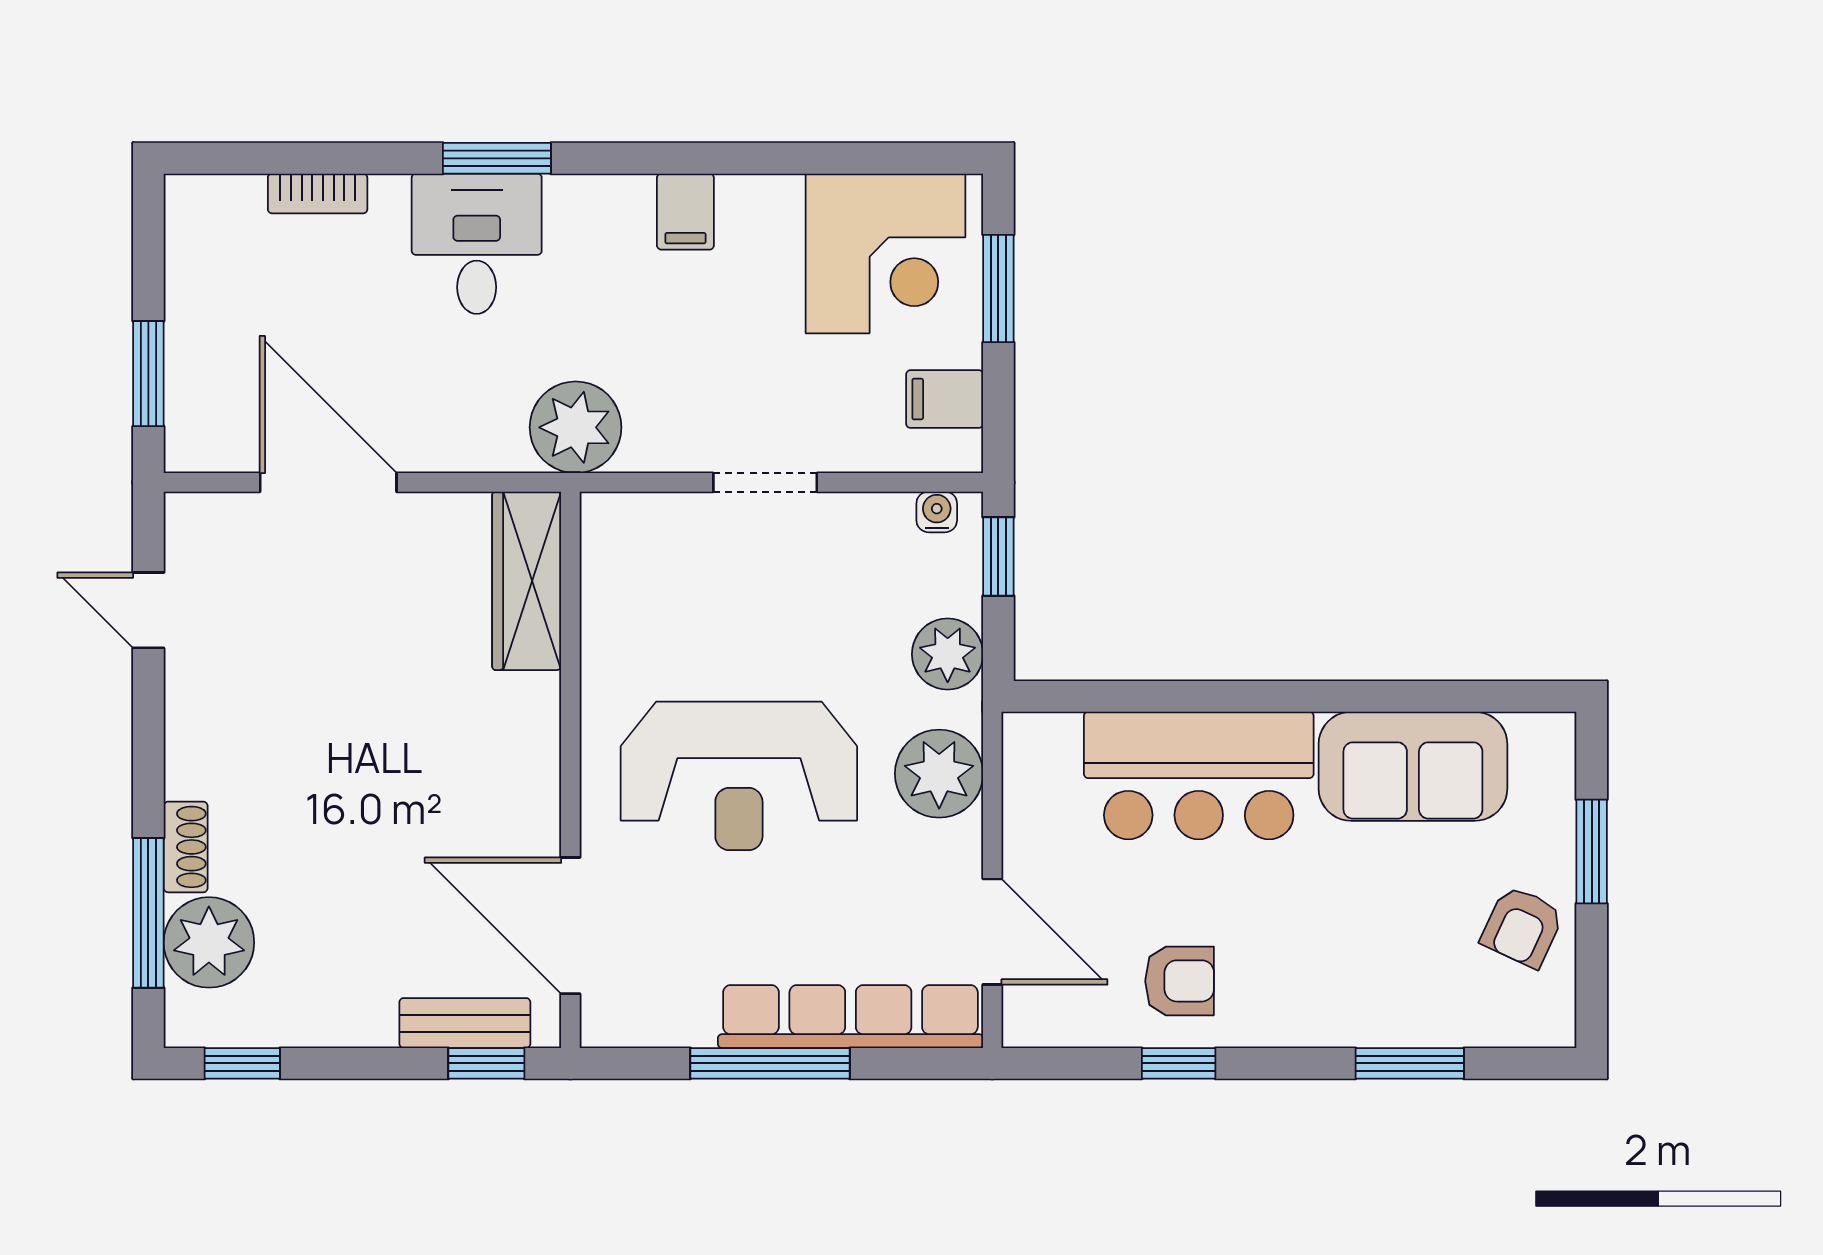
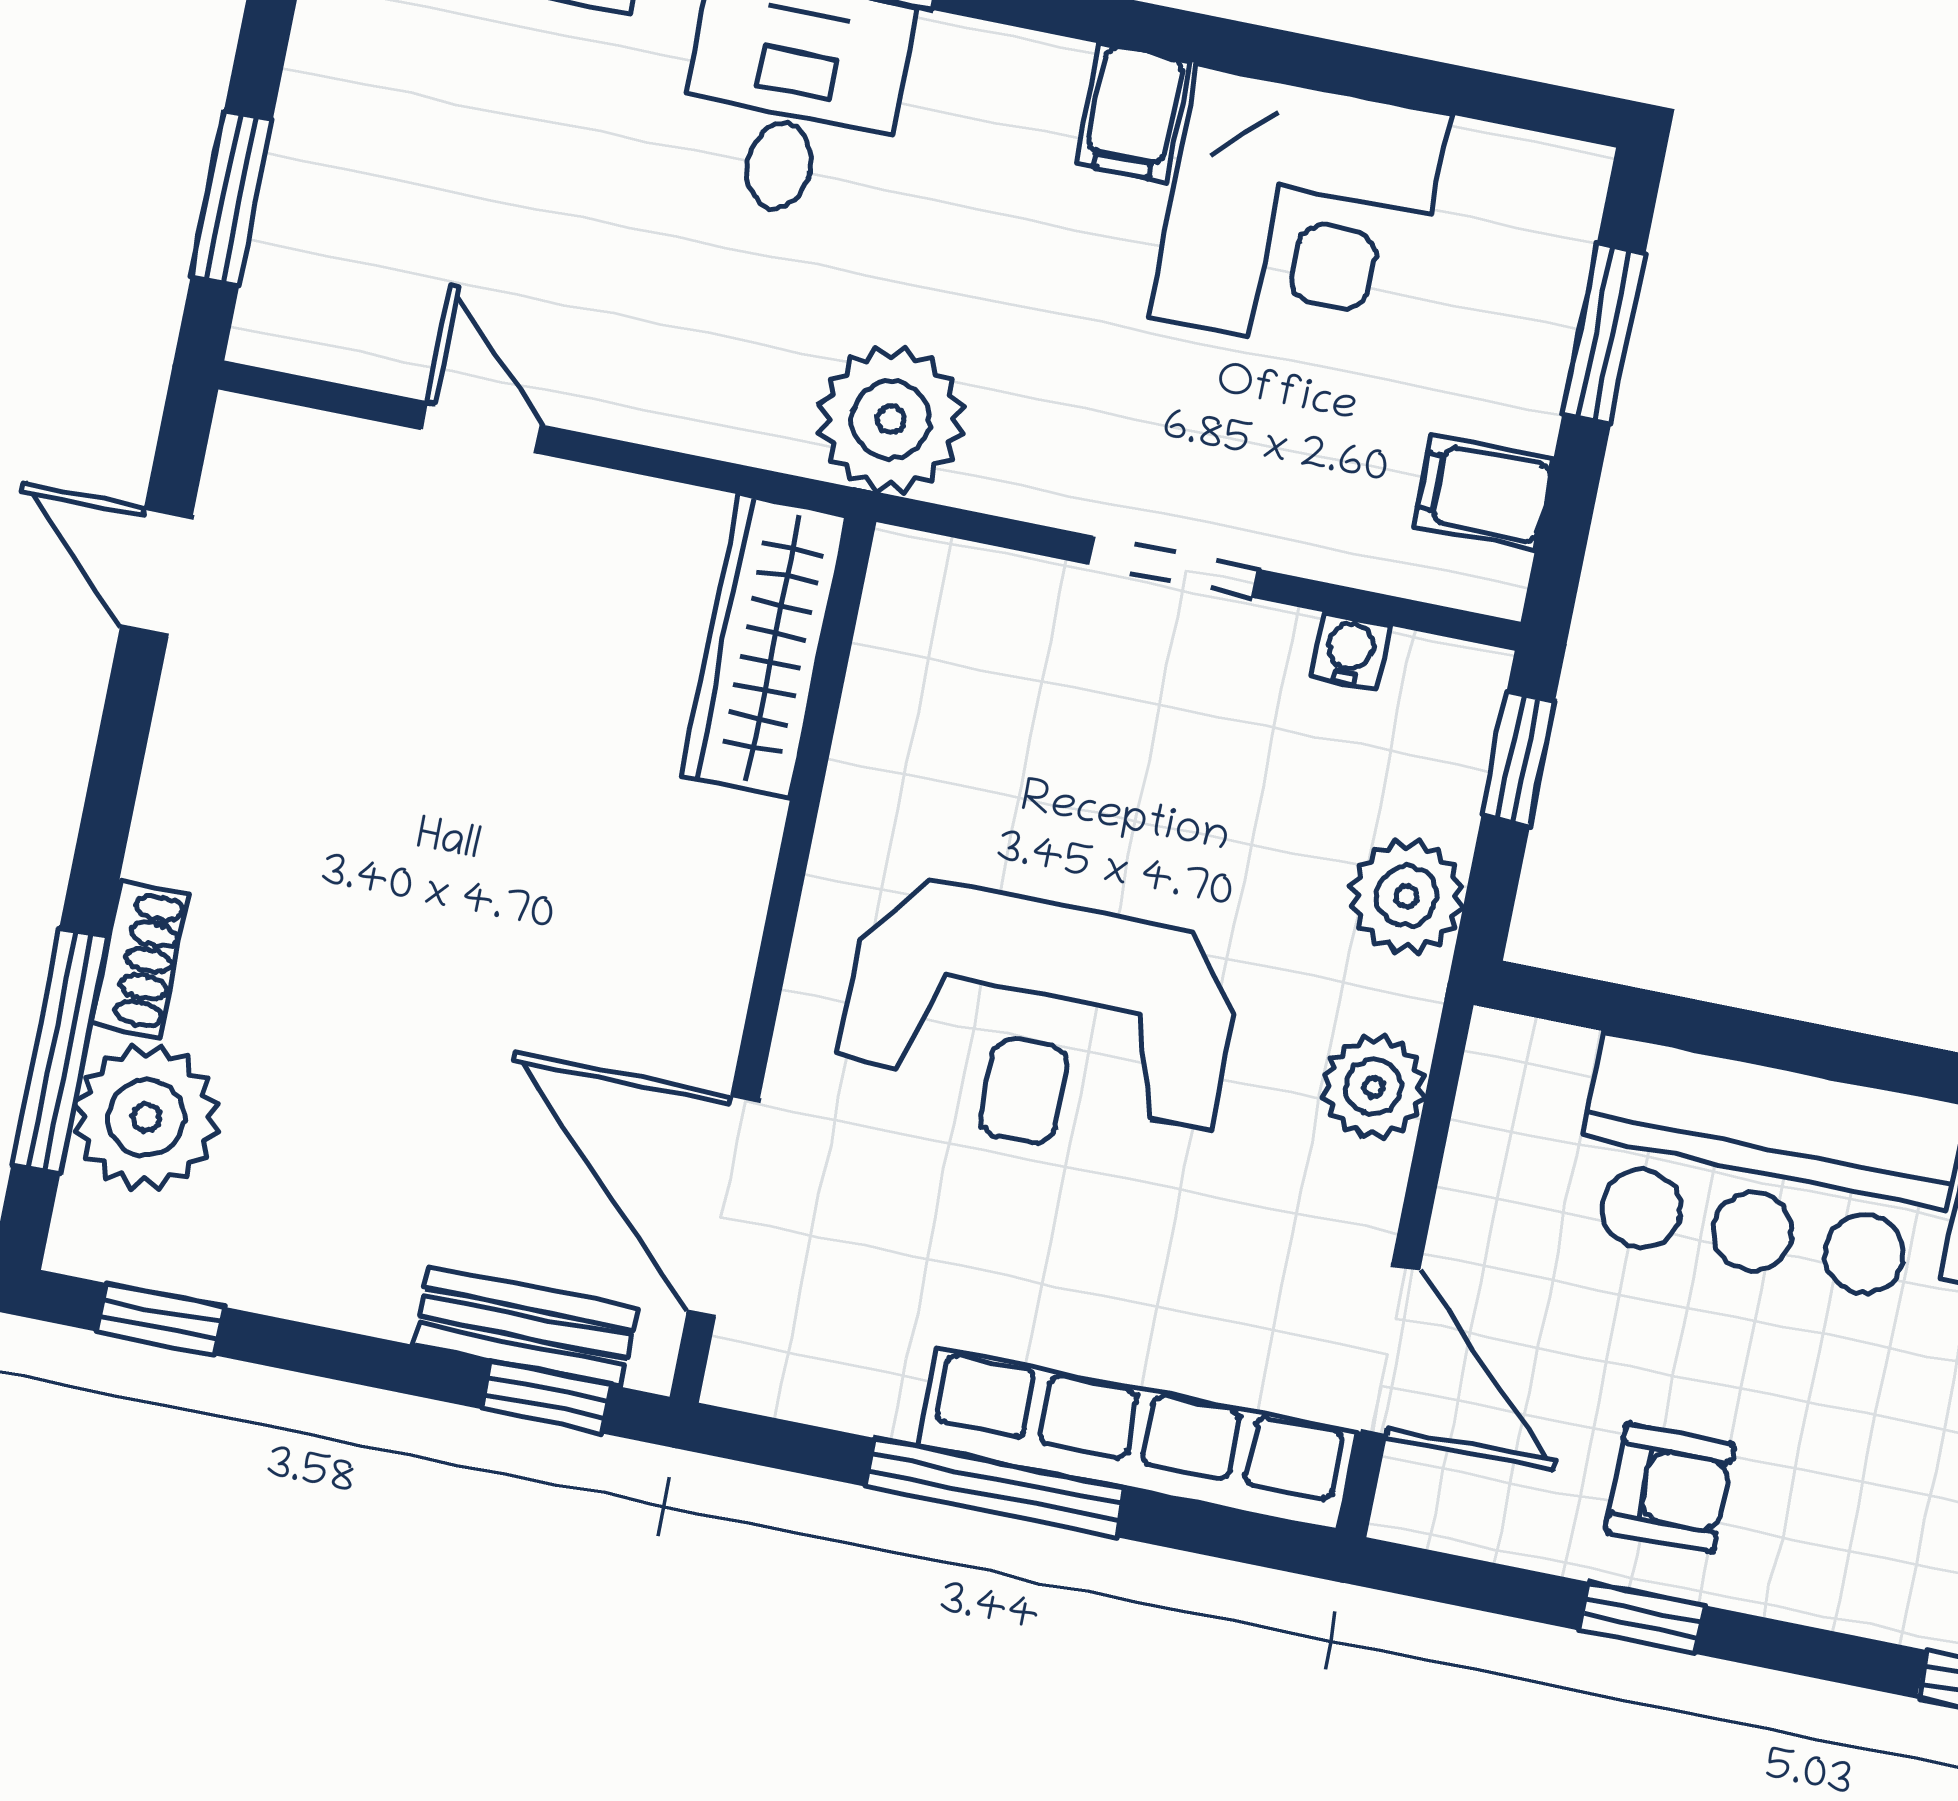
corner desk: (885, 253) -> (1299, 215), moved
door: (328, 482) -> (482, 427), width x0.53
water cooler: (937, 512) -> (1350, 651), moved
plant: (939, 774) -> (1374, 1087), width x0.73, depth x0.73

